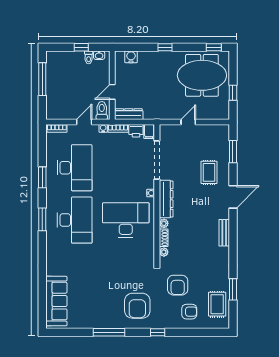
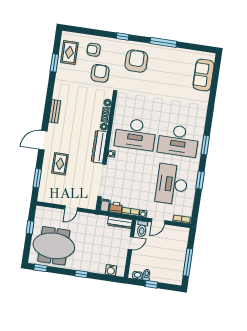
desk: (75, 220) -> (178, 140), turned -90
sofa: (56, 301) -> (203, 75), width x0.73

